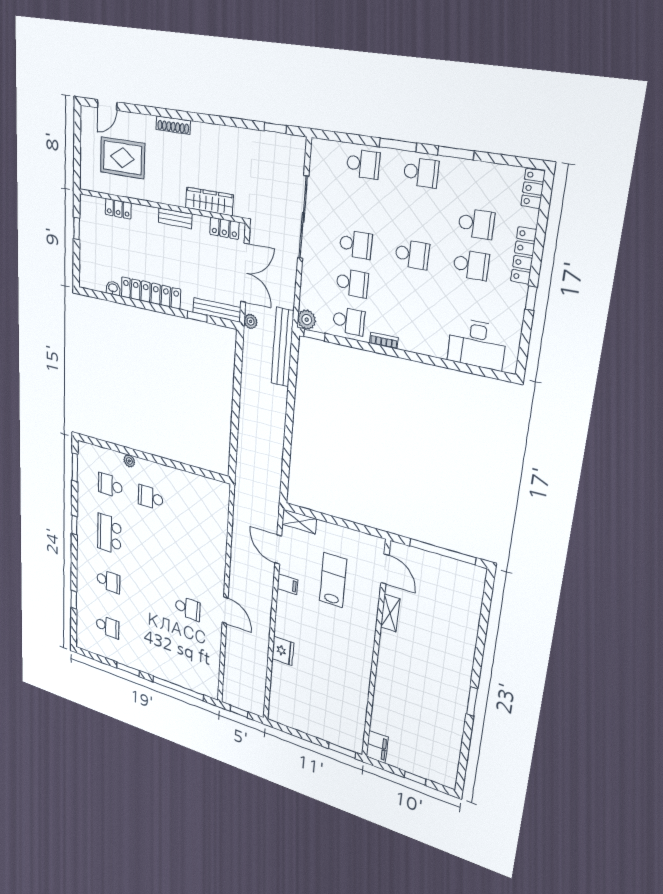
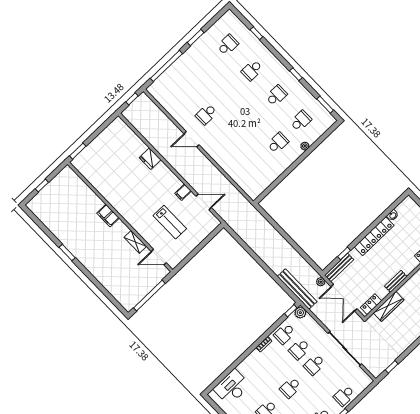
shelving: (299, 521) -> (210, 227), removed
school desk: (109, 534) -> (276, 96), width x0.54
school desk: (108, 627) -> (228, 45), turned 180
filing cabinet: (377, 747) -> (108, 216), moved

